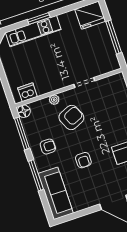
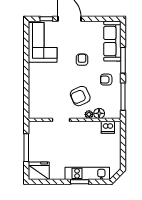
floor lamp: (24, 111) -> (99, 113), moved

